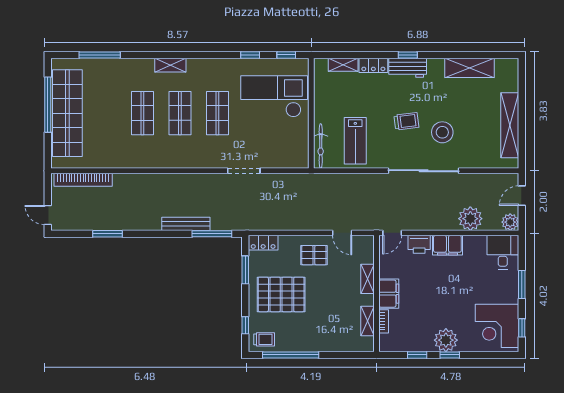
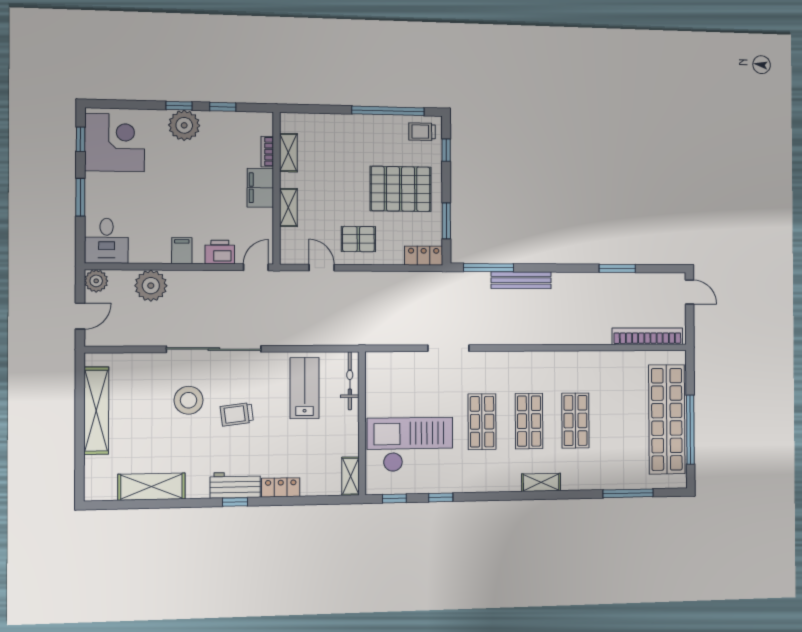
shelving: (343, 65) -> (351, 476), moved, turned 90
checkout: (274, 96) -> (410, 445), turned 180
filing cabinet: (447, 245) -> (182, 251), width x0.50

